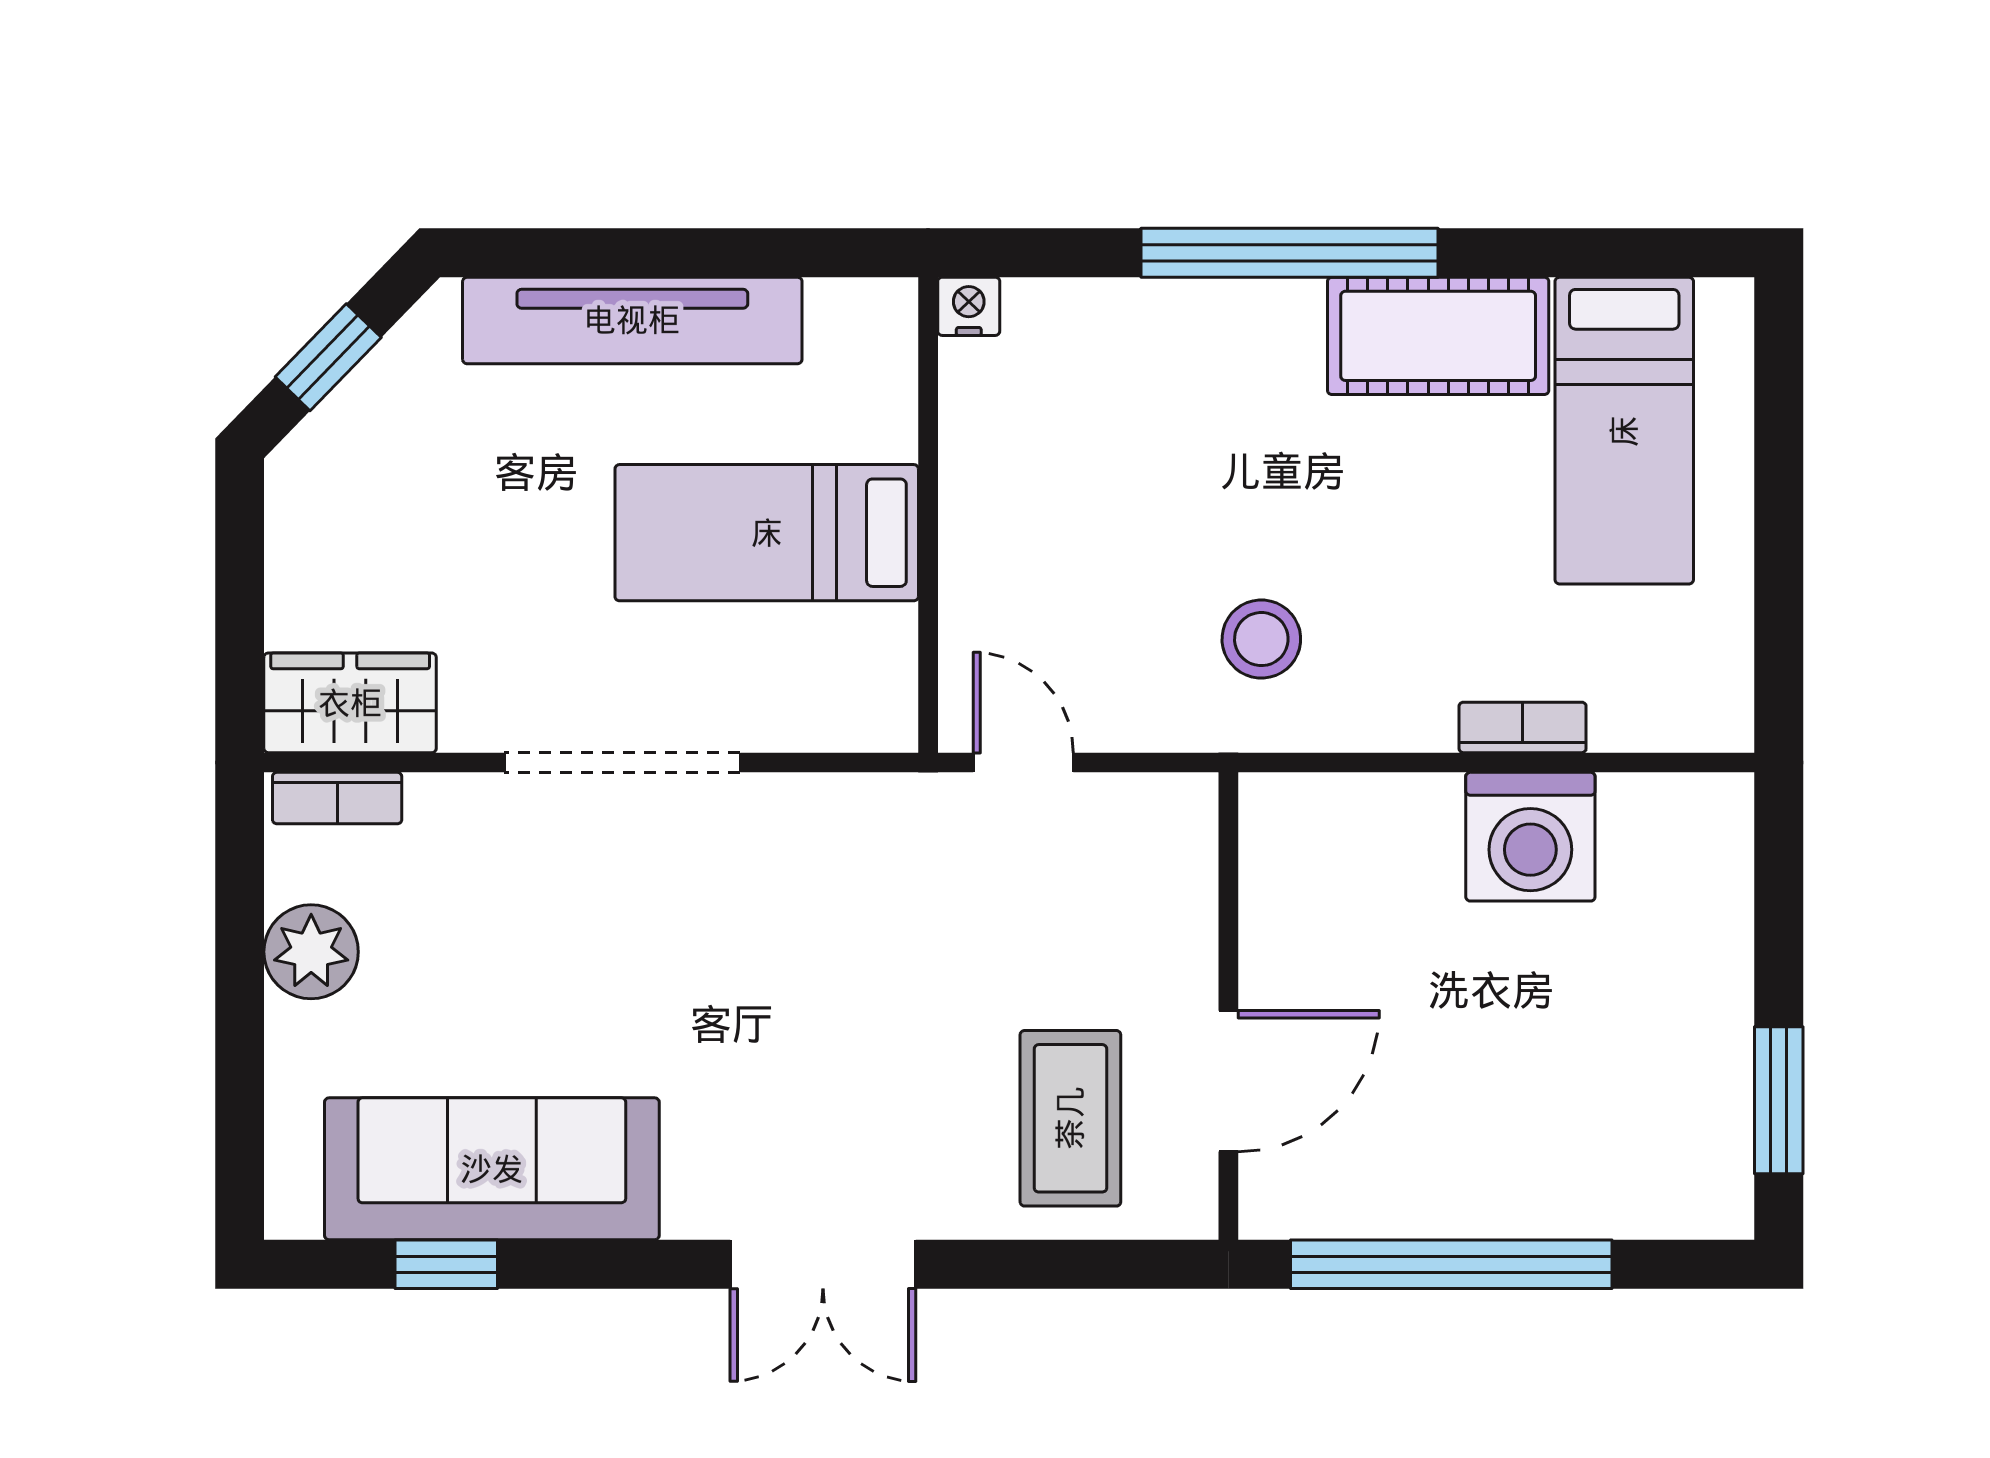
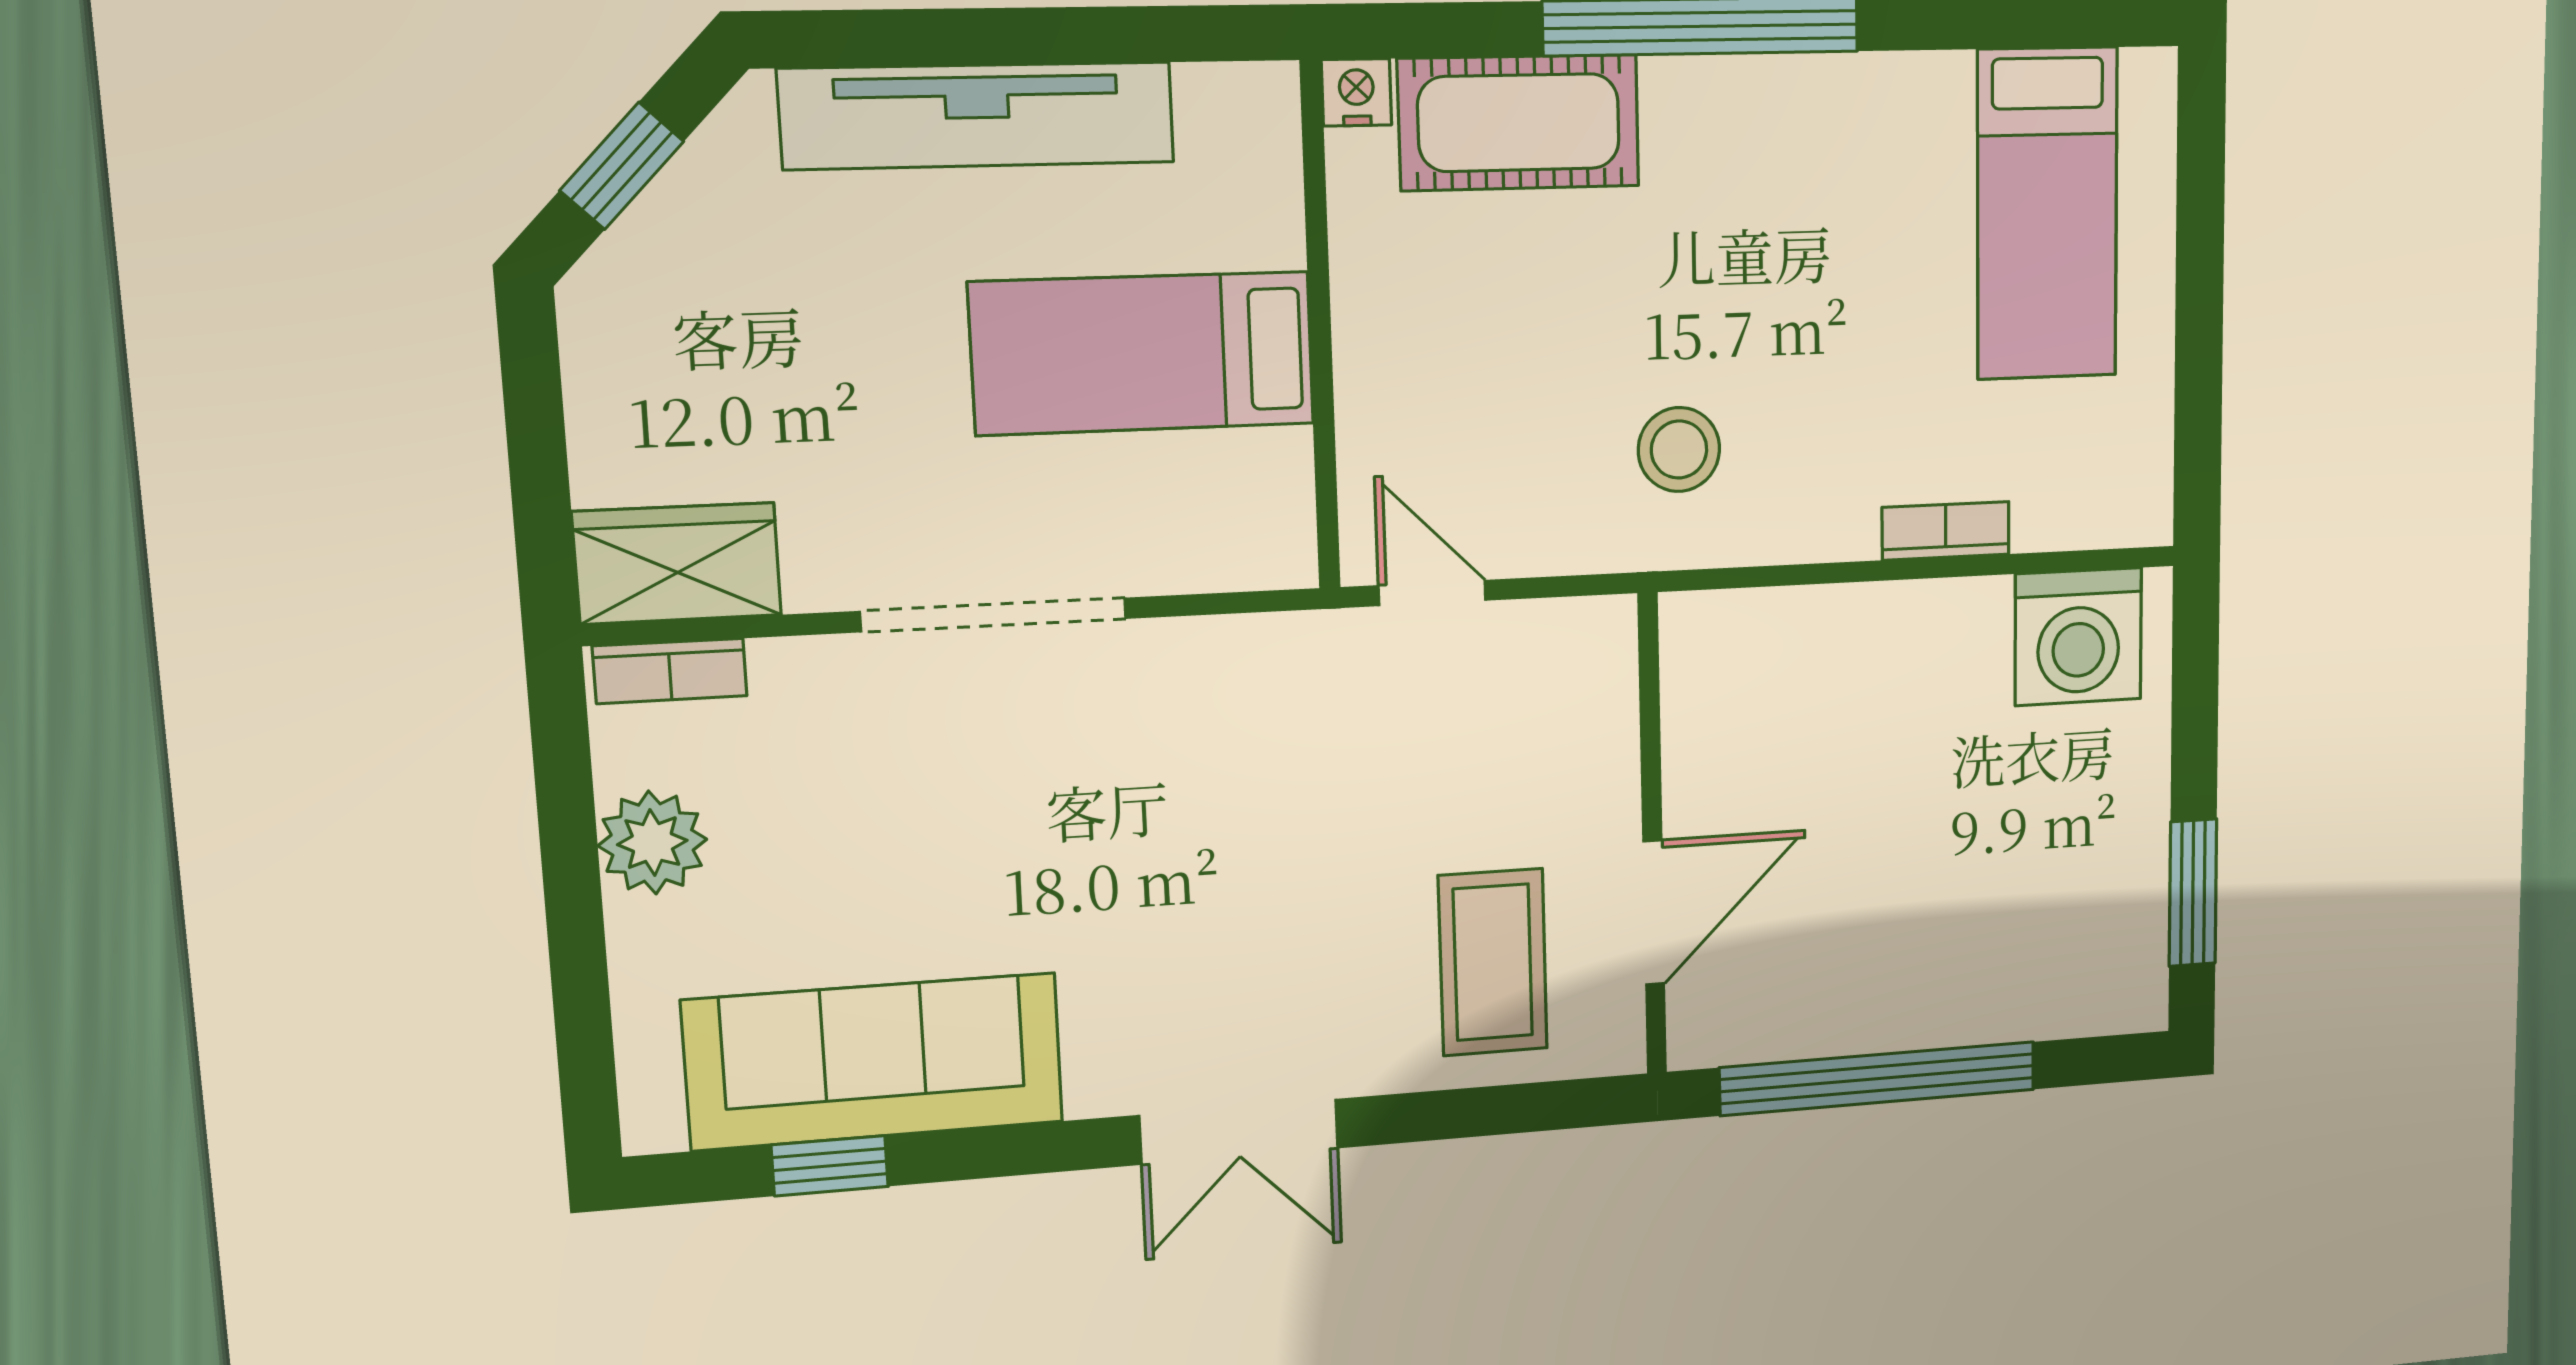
cot: (1438, 336) -> (1519, 123), moved
washing machine: (1530, 837) -> (2078, 637), moved

